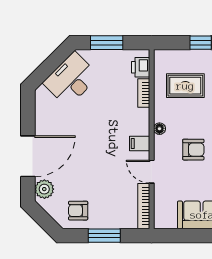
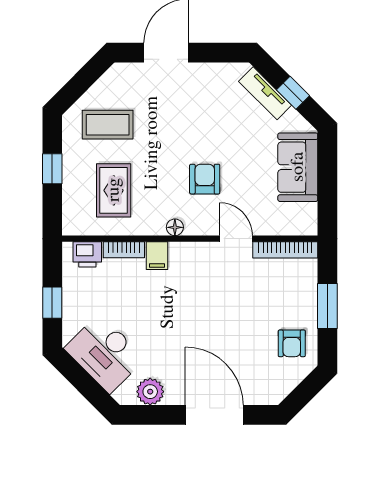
window: (107, 43) -> (52, 303), width x0.67
filing cabinet: (140, 144) -> (157, 256), moved
door: (152, 172) -> (236, 239), swing flipped
plant: (44, 189) -> (150, 392), moved

